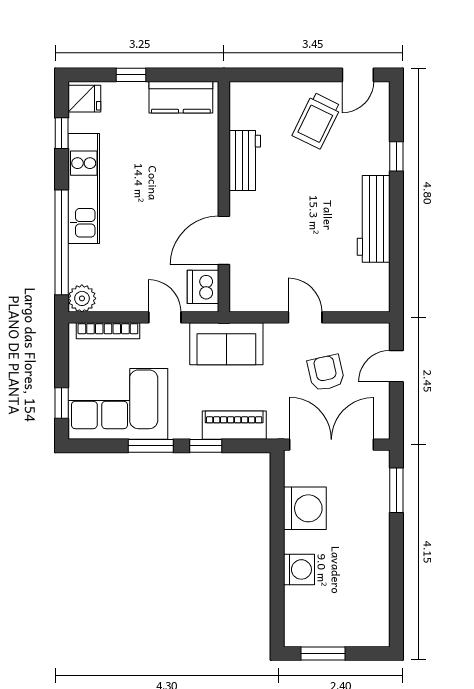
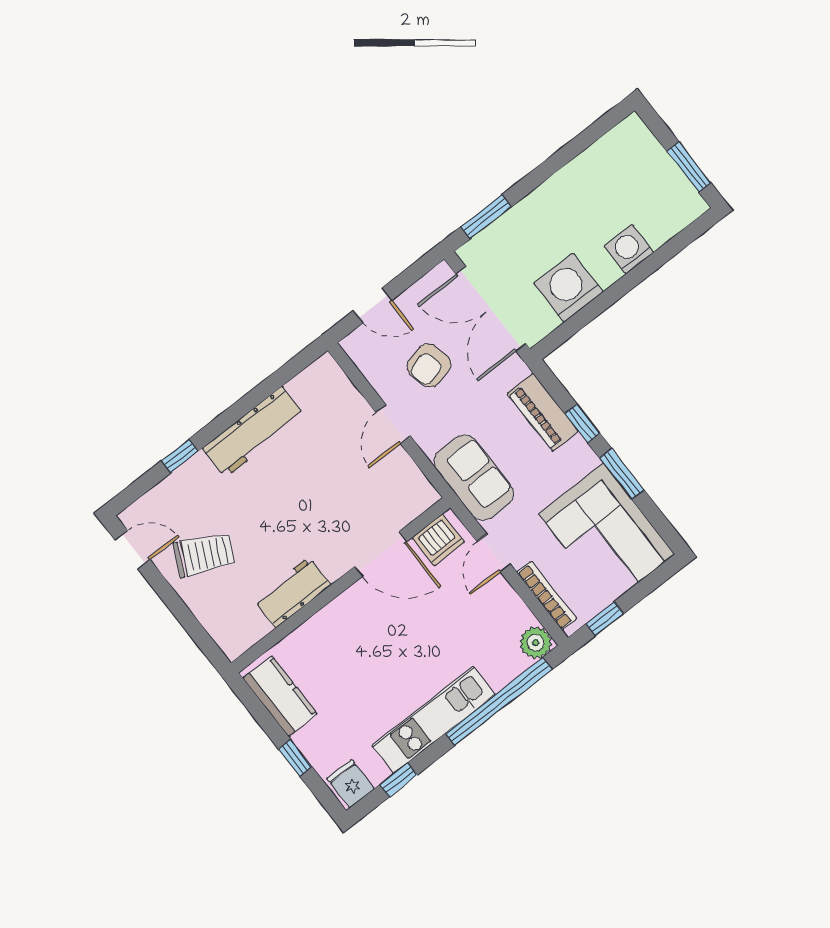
window: (62, 403) -> (605, 619), moved

